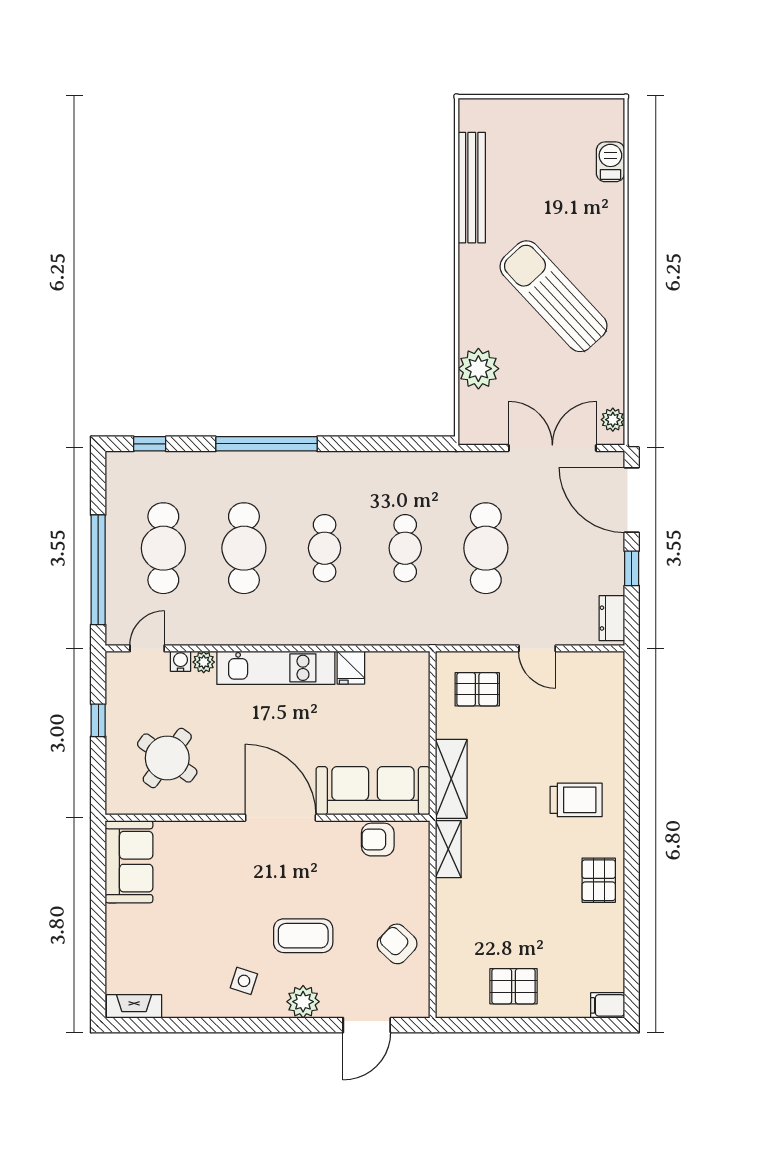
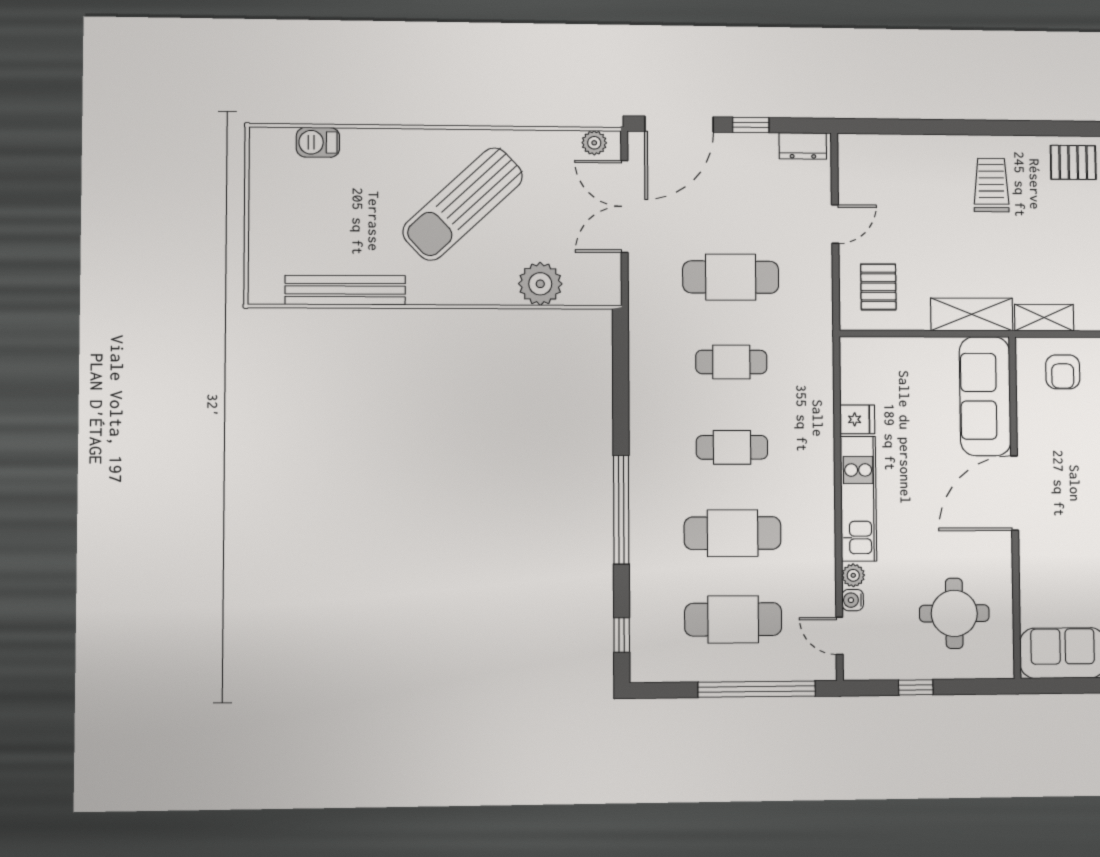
round table: (167, 758) -> (954, 613), turned -36
armchair: (378, 840) -> (1063, 372), moved

